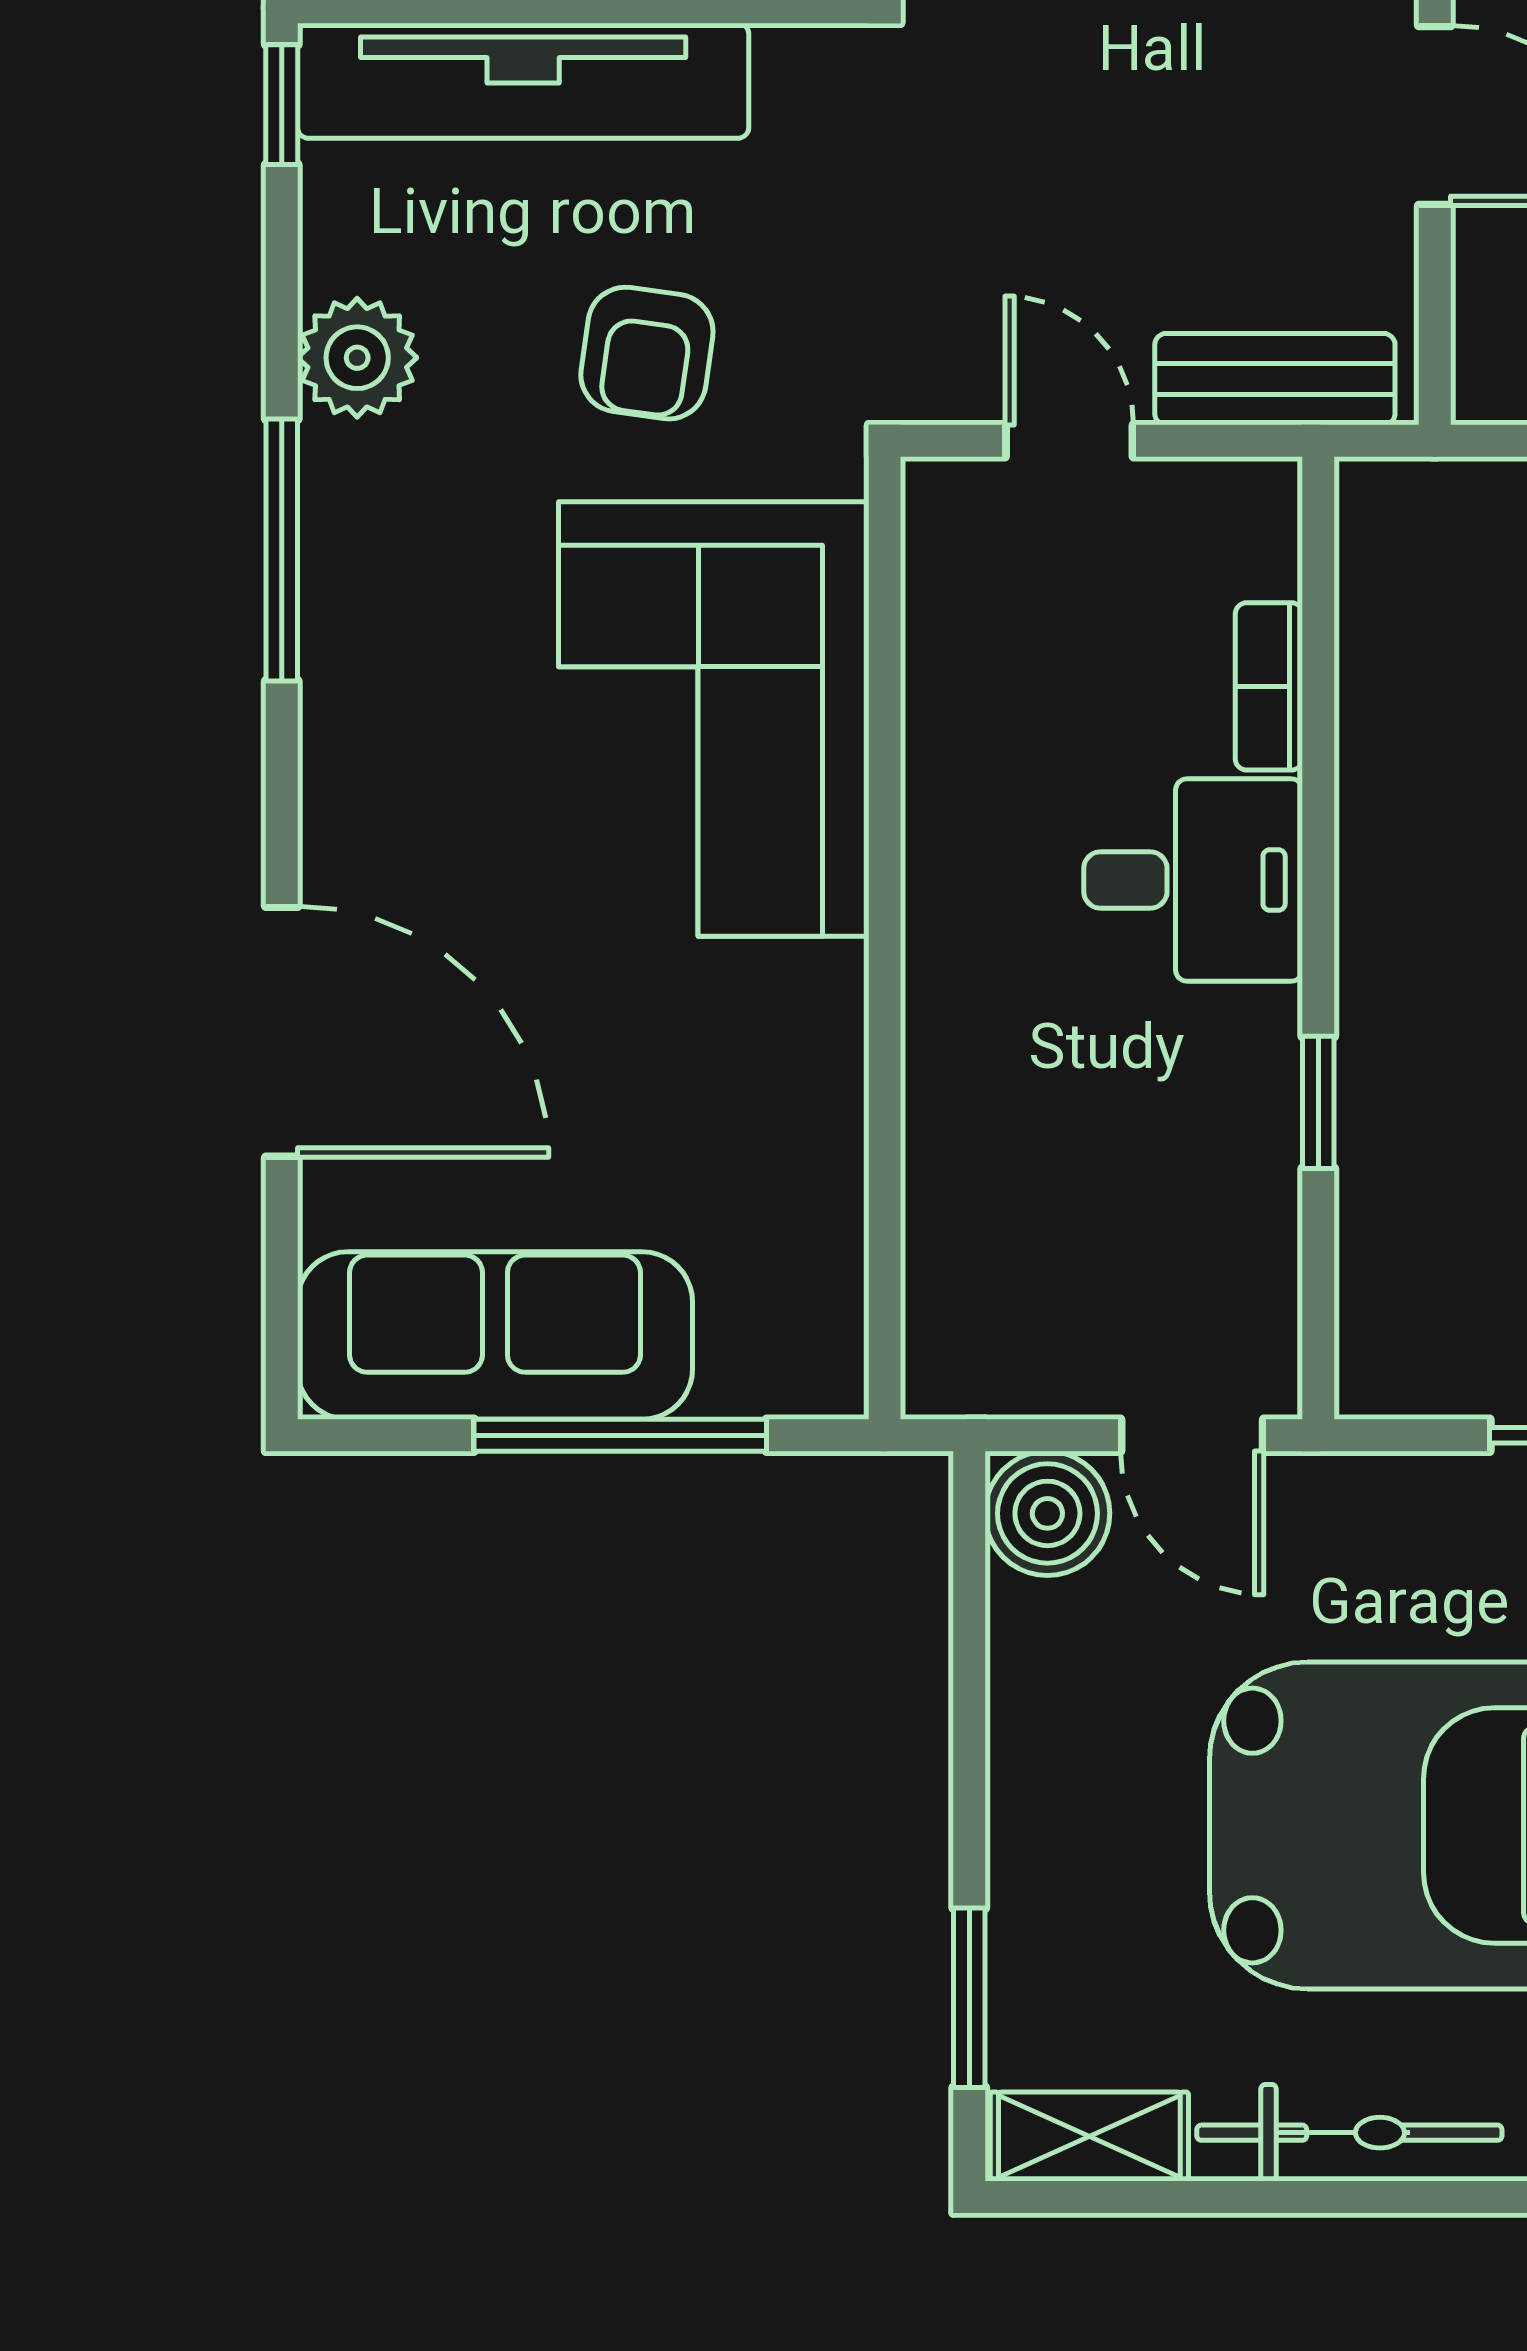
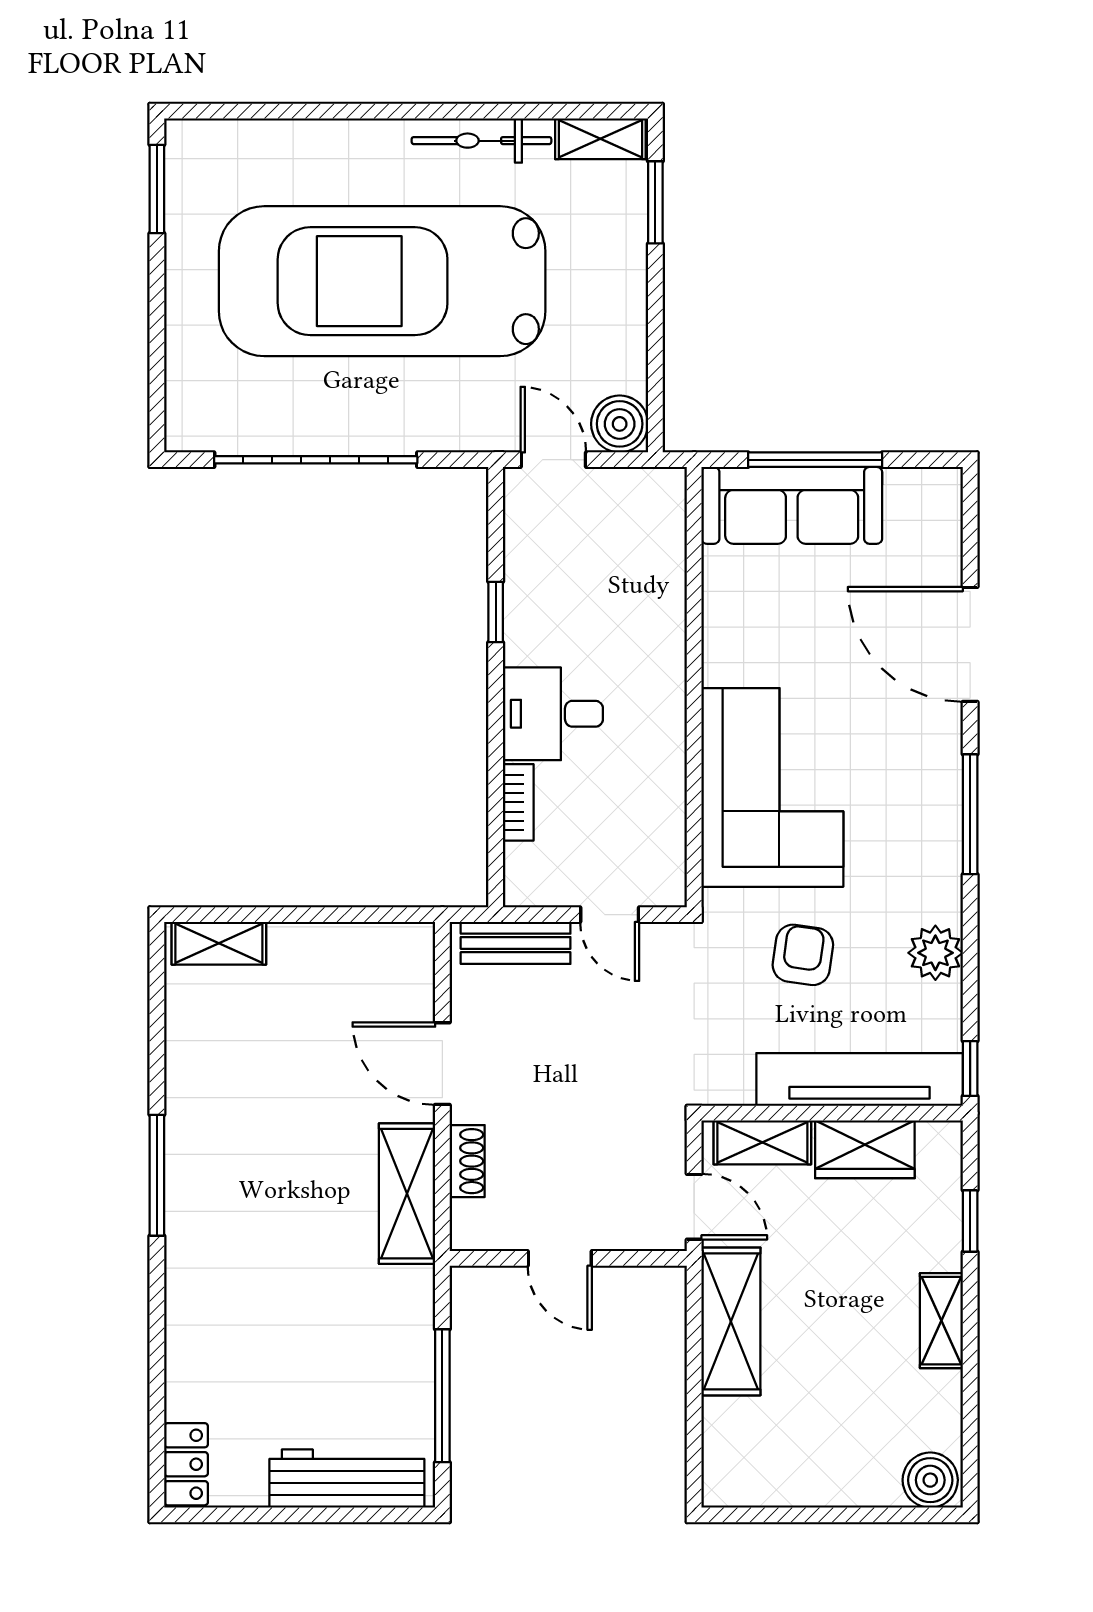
window: (282, 550) -> (970, 814), moved
sofa: (495, 1335) -> (792, 505), moved

